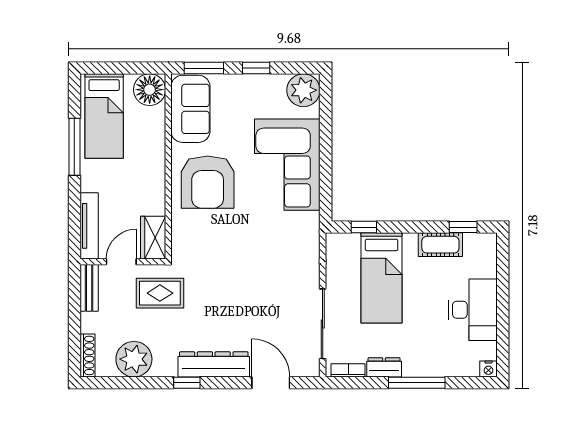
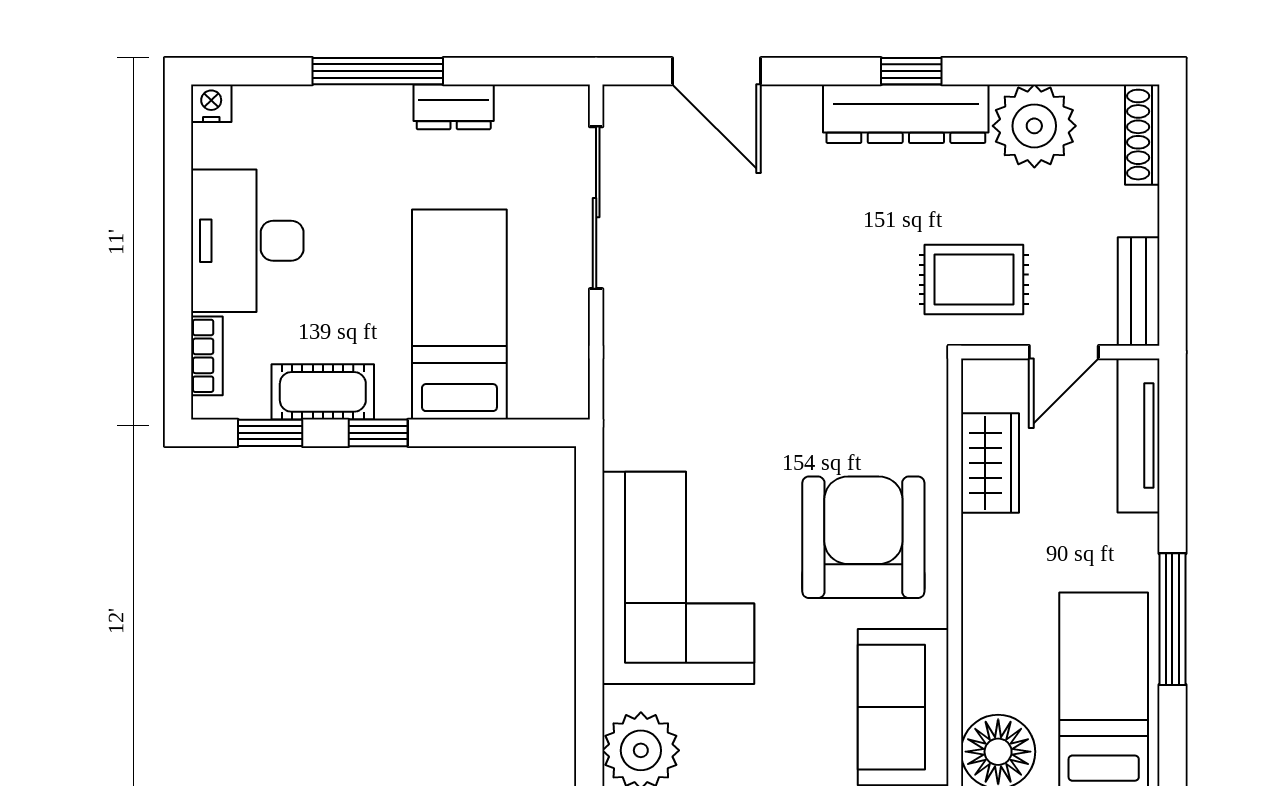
window: (364, 227) -> (378, 433), moved
wardrobe: (153, 238) -> (990, 463), moved
dresser: (214, 364) -> (906, 114), moved
bookcase: (348, 370) -> (207, 356), moved, turned -90

